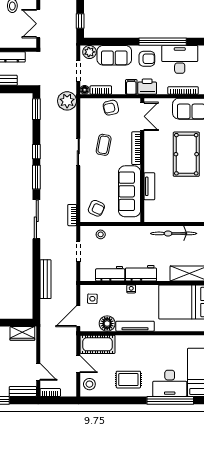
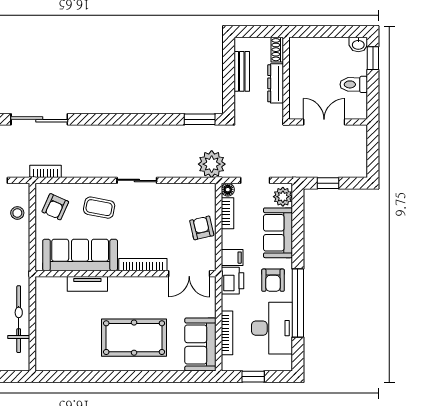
coffee table: (104, 145) -> (99, 208), moved
window: (36, 152) -> (138, 119), removed
window: (36, 177) -> (101, 119), removed

